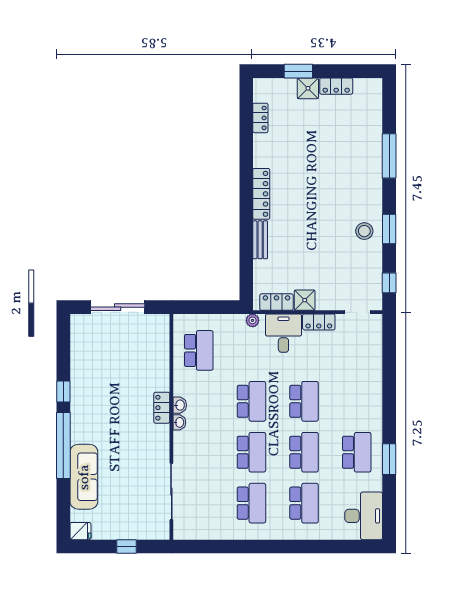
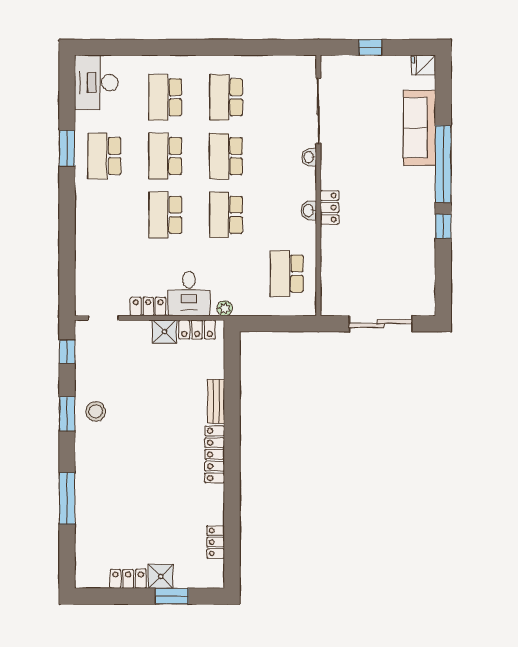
washbasin: (179, 422) -> (309, 157), moved

